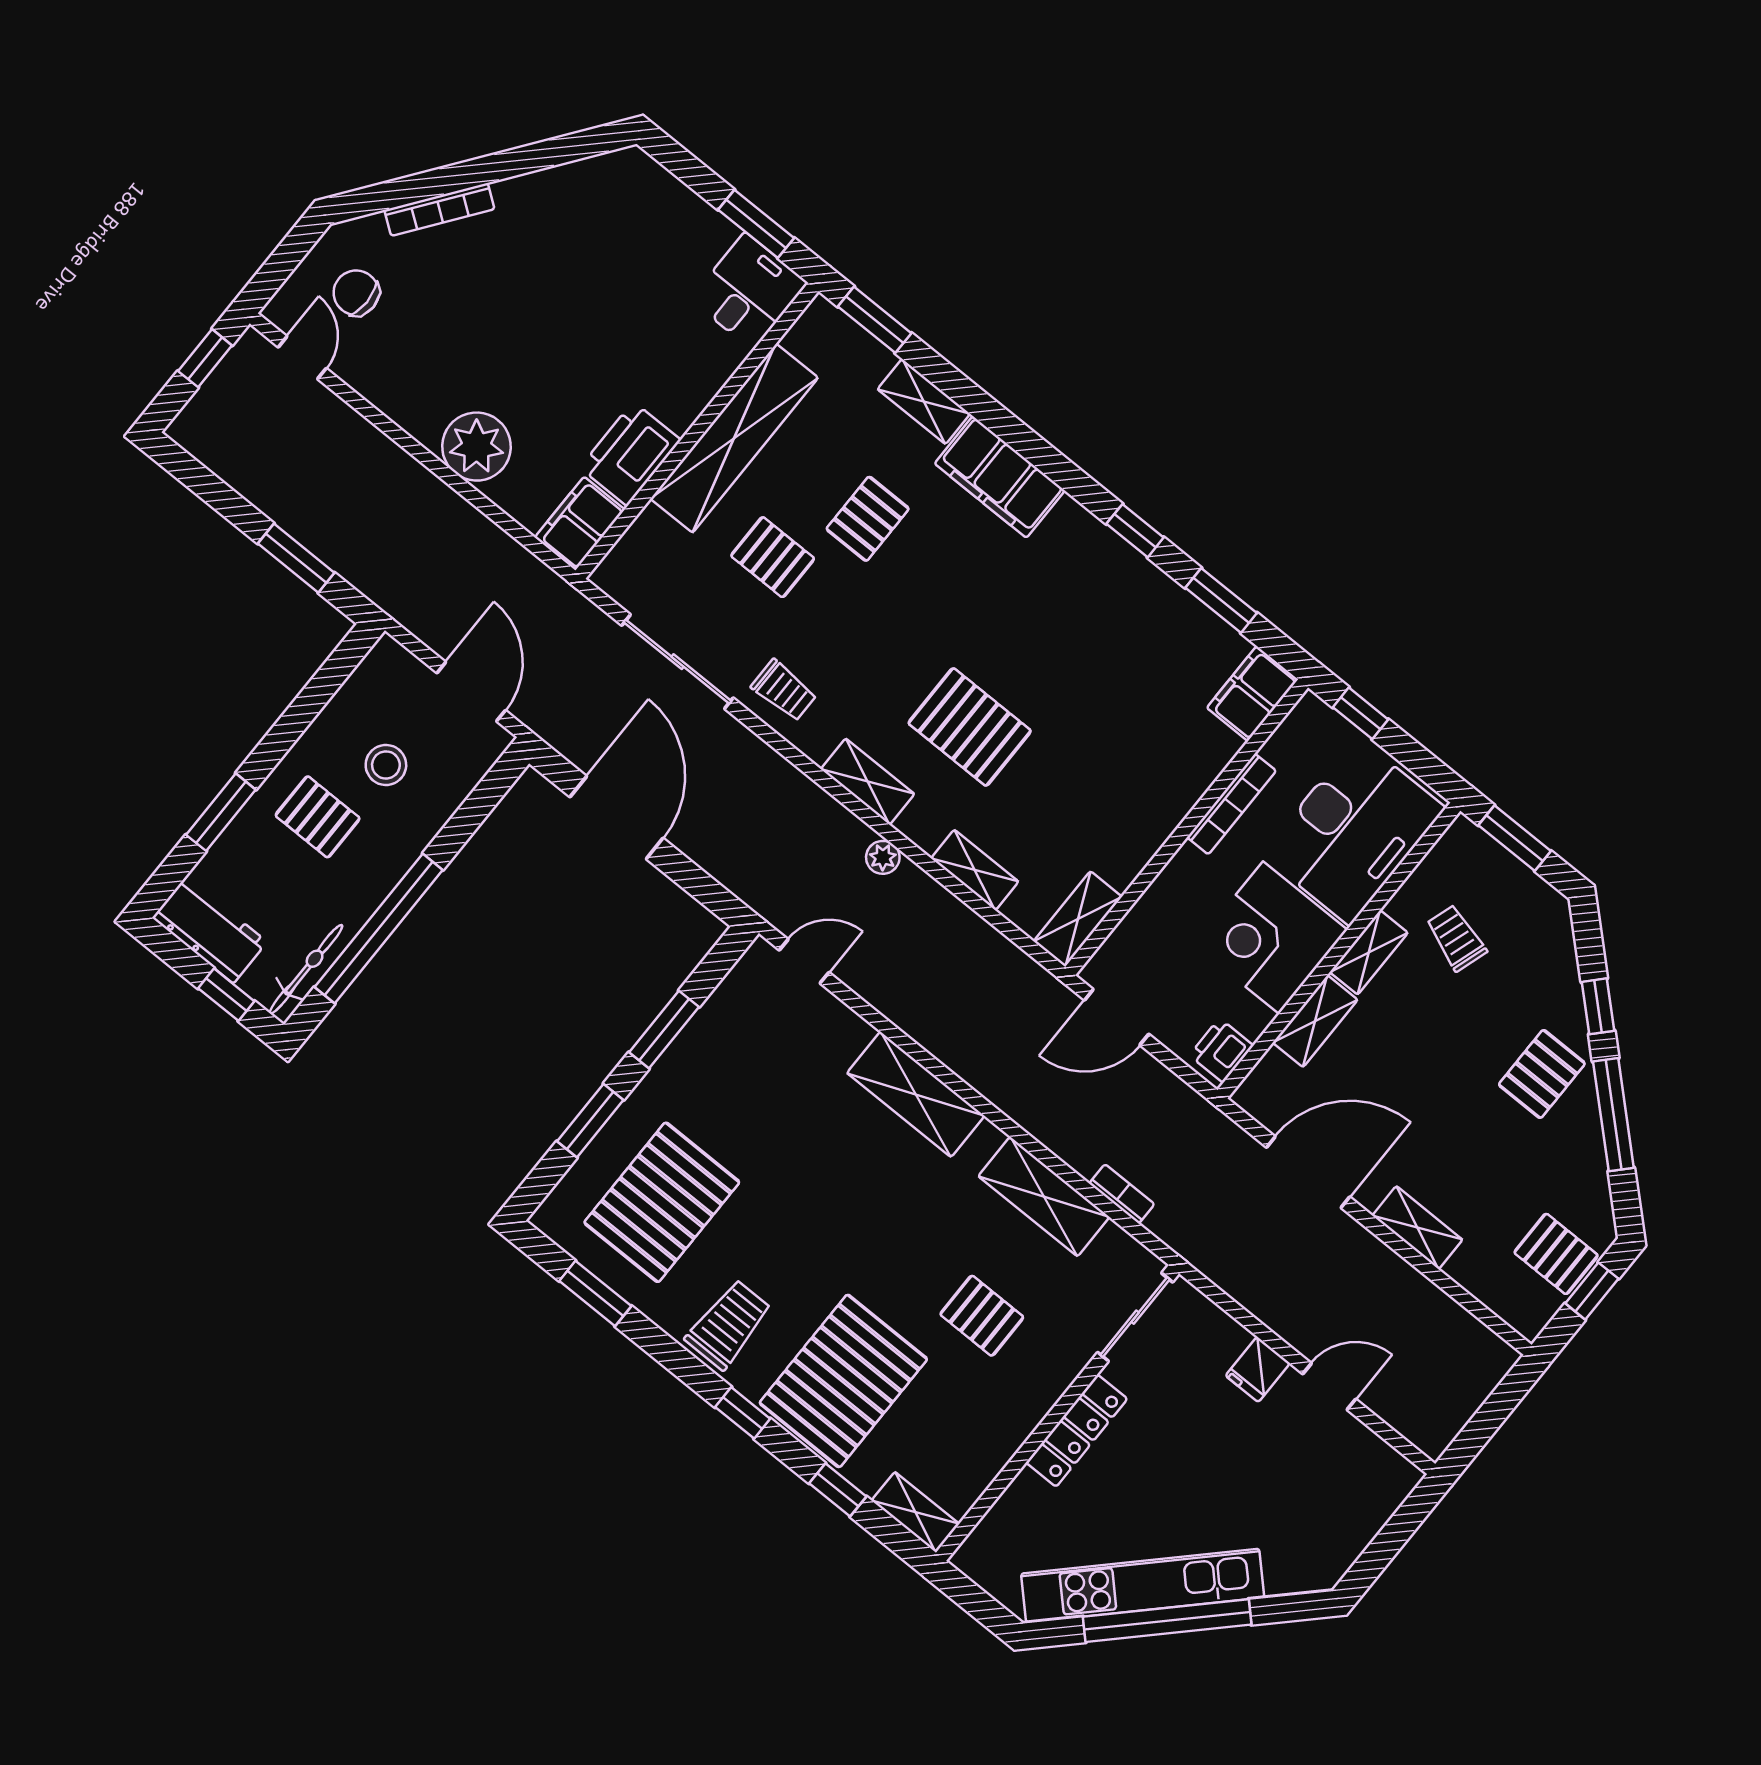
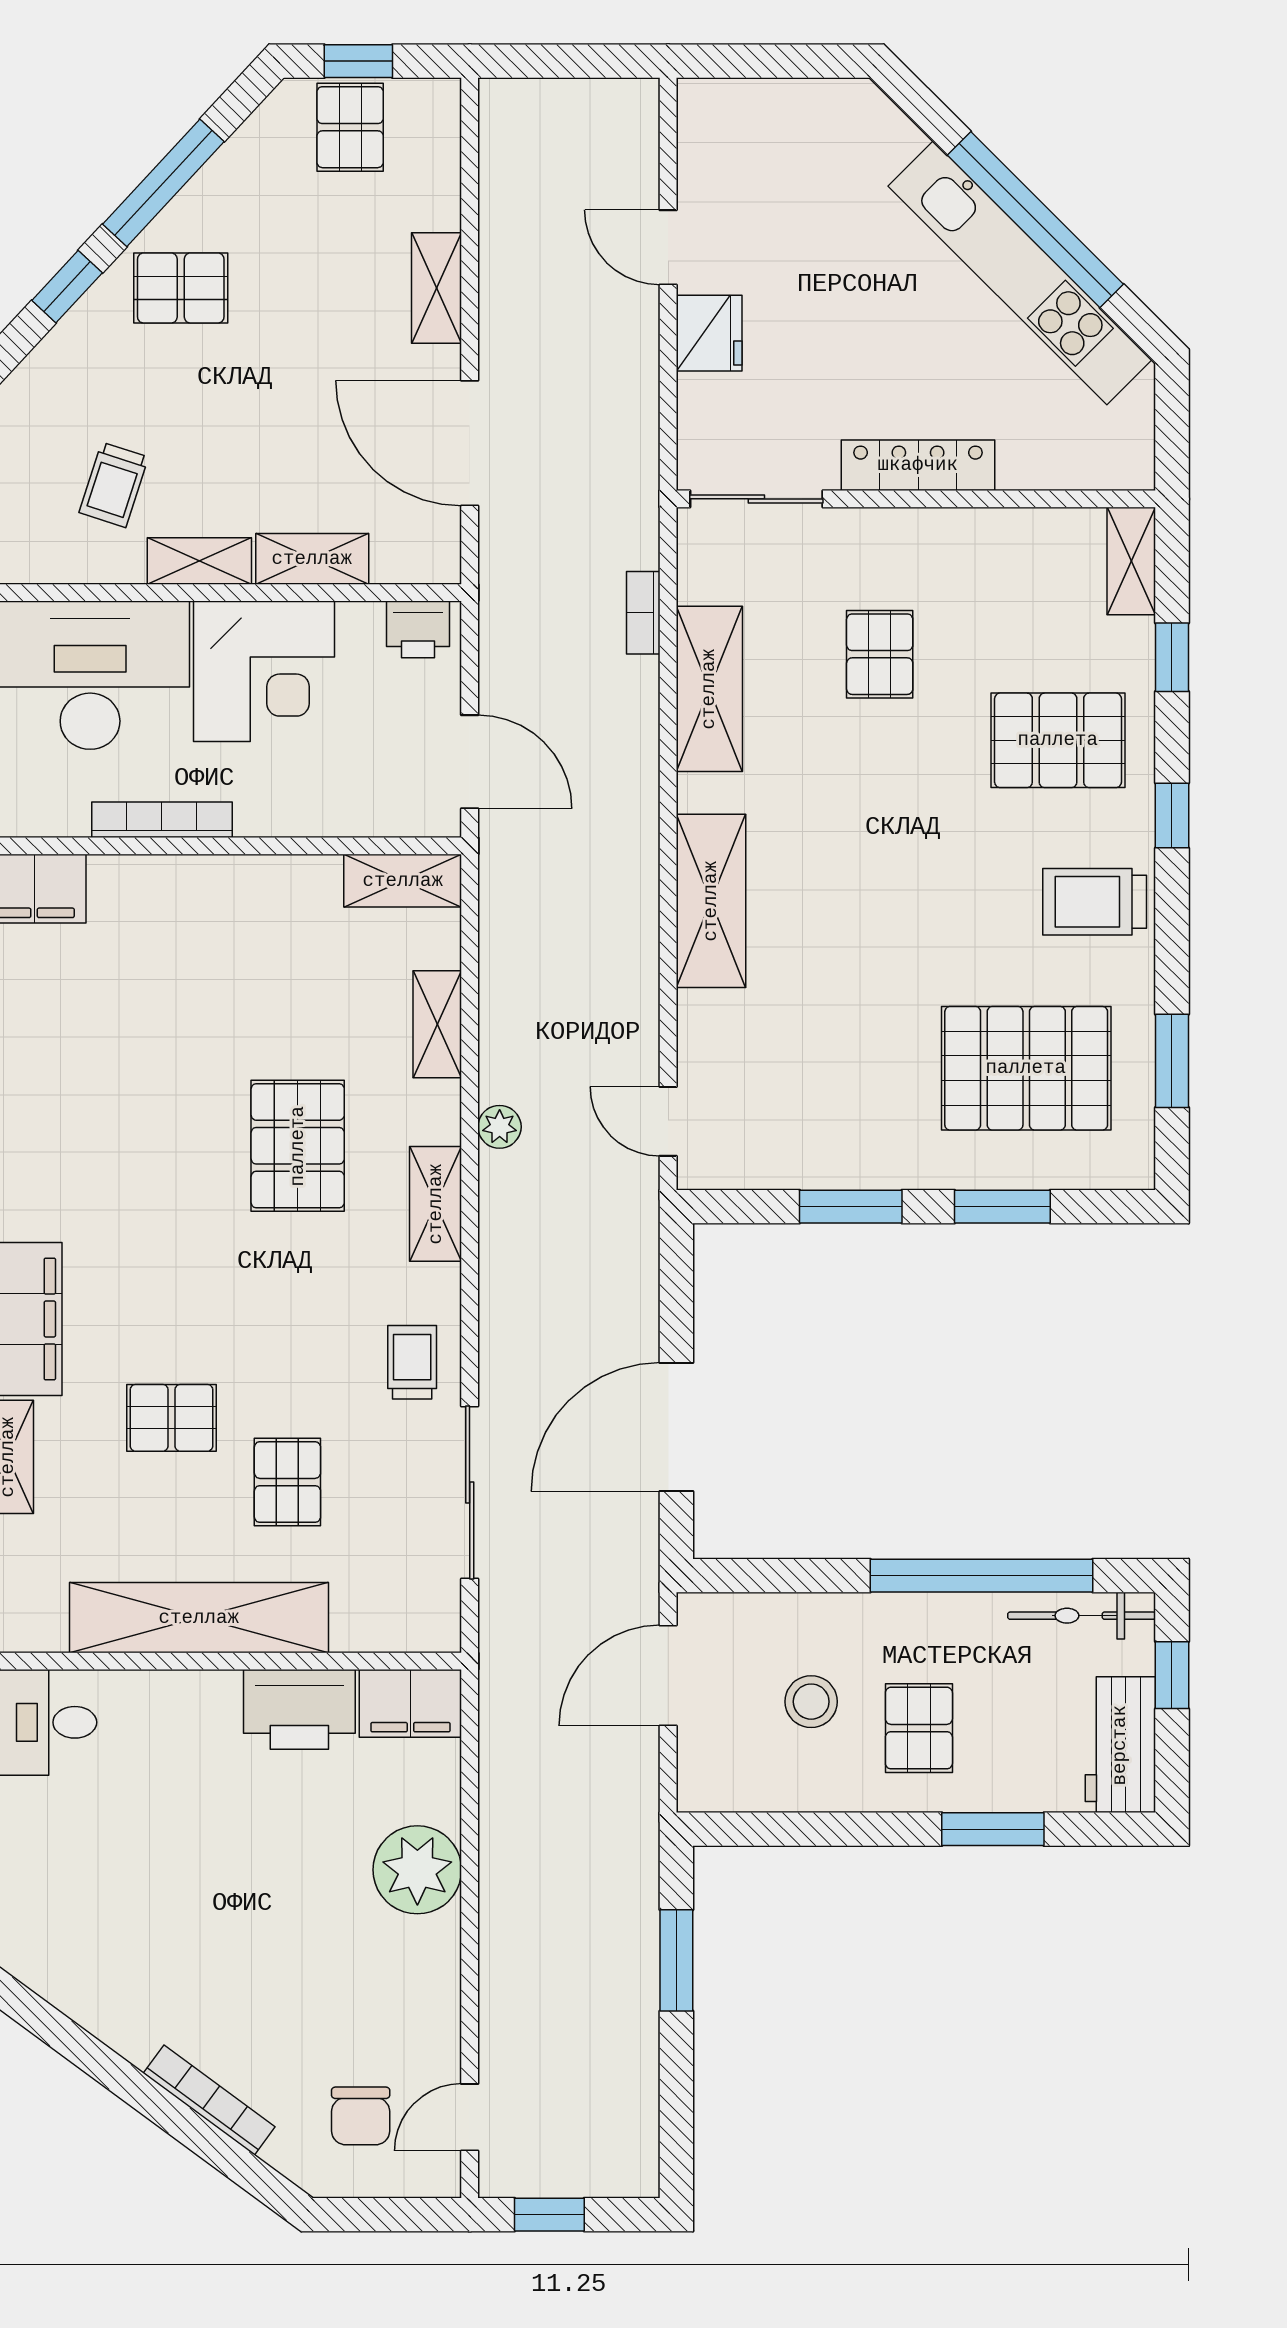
fridge: (1258, 1369) -> (709, 333), width x1.38
pallet: (843, 1381) -> (1058, 740), width x0.73, depth x0.71

